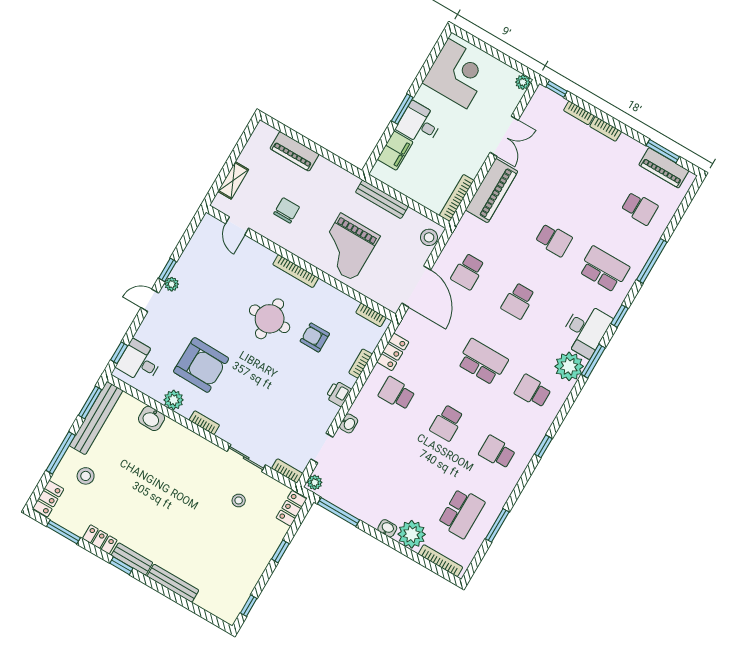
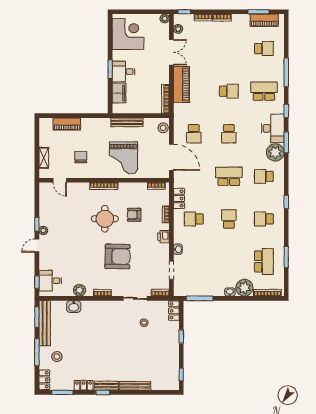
armchair: (201, 365) -> (118, 256), moved
school desk: (447, 423) -> (229, 219), turned 180
plant: (315, 482) -> (178, 29), moved

